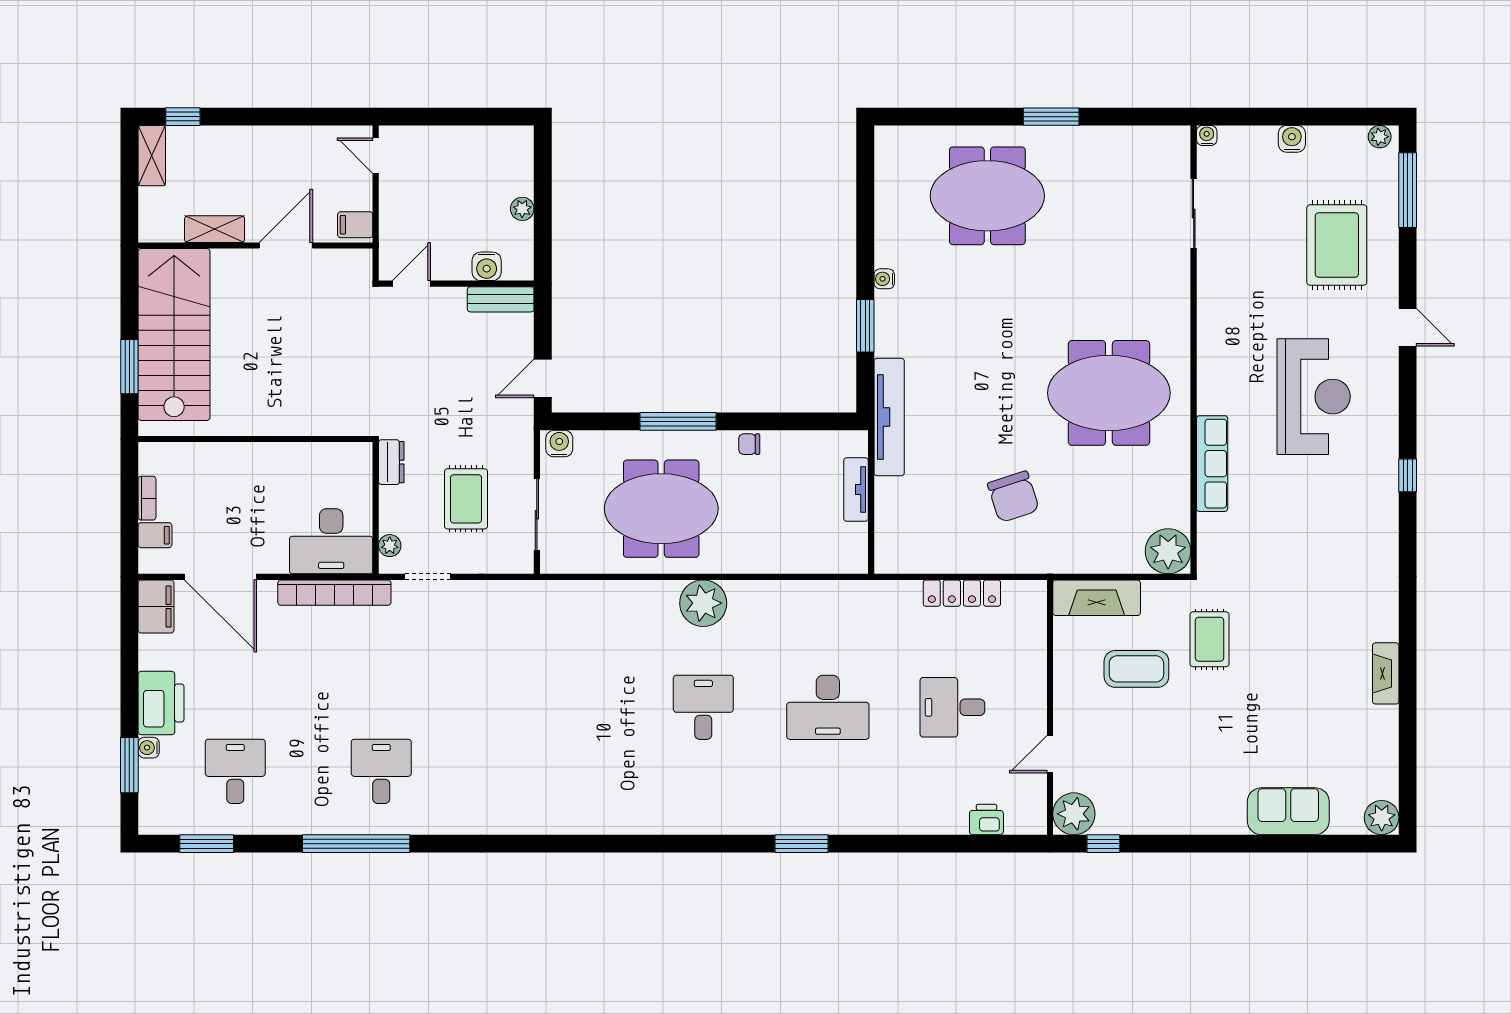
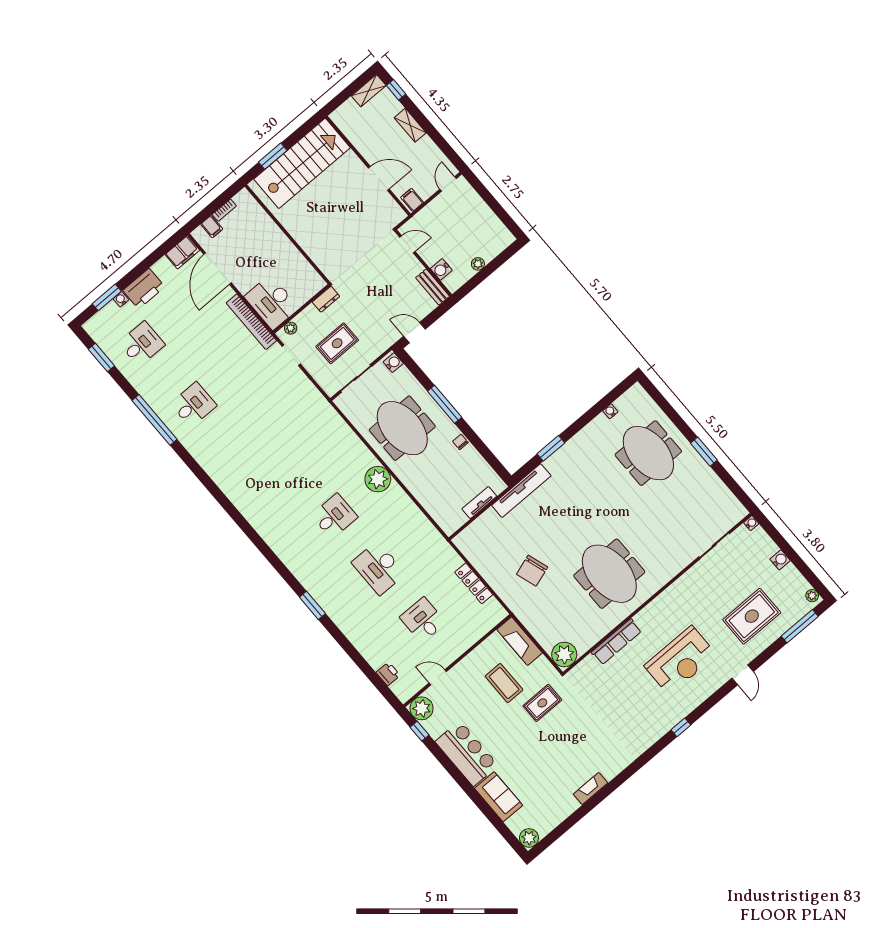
shelving: (215, 229) -> (410, 125), moved
water cooler: (884, 279) -> (610, 411), moved
bar counter: (1190, 804) -> (467, 753), added

